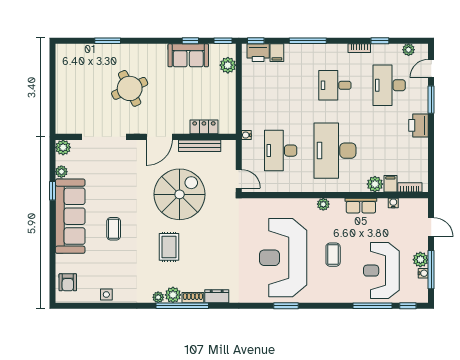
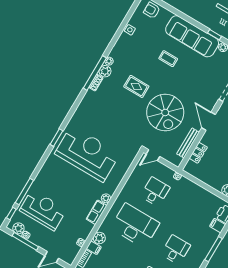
desk: (281, 151) -> (155, 192), width x0.73
row of seats: (361, 206) -> (97, 212), moved
coffee table: (333, 255) -> (71, 186), removed
plant: (420, 260) -> (18, 228), moved
dresser: (217, 296) -> (88, 98), removed

